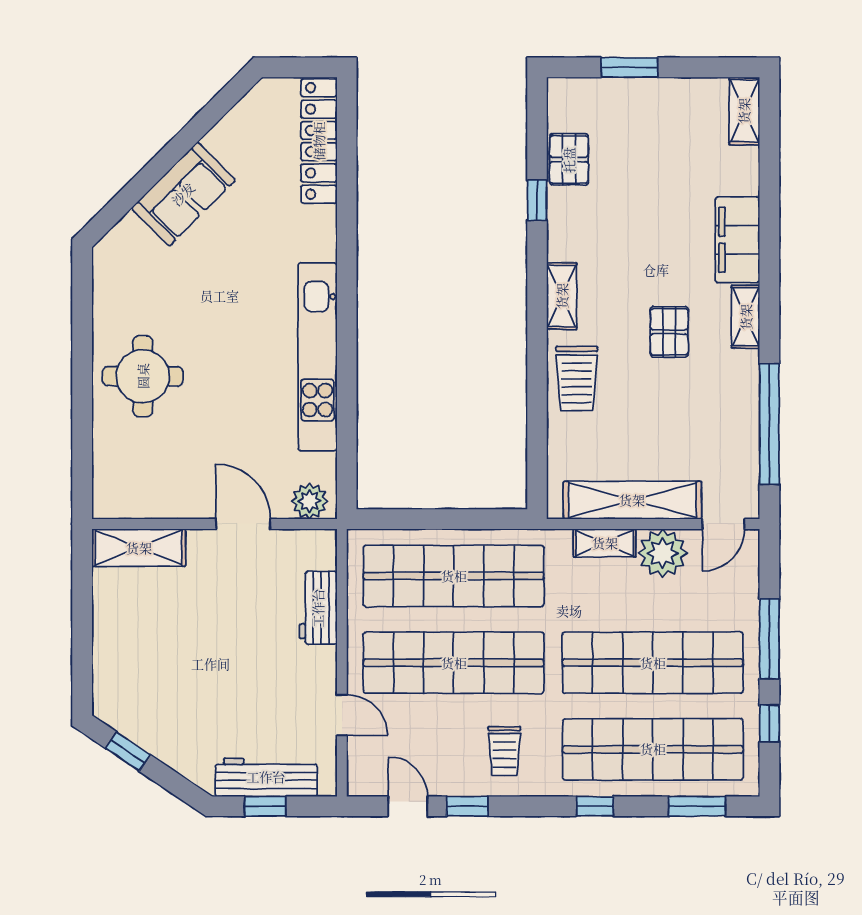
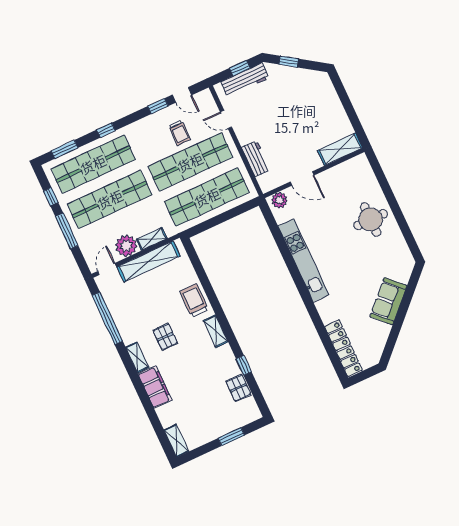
window: (128, 751) -> (289, 62), moved
trolley: (504, 751) -> (180, 133), moved, turned 180

